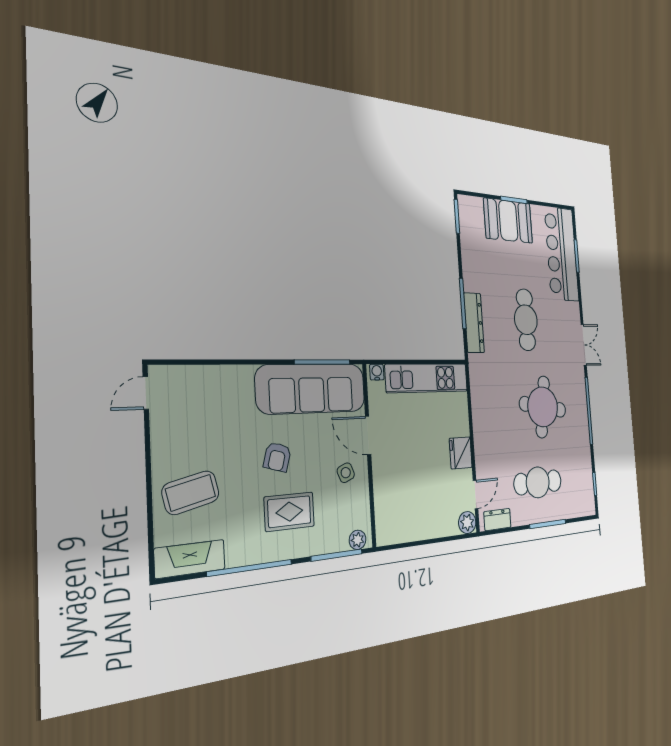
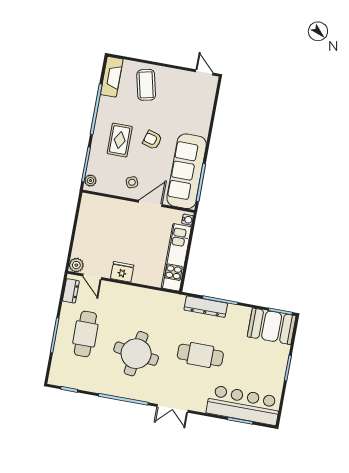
booth: (508, 221) -> (272, 326), moved, turned 90

